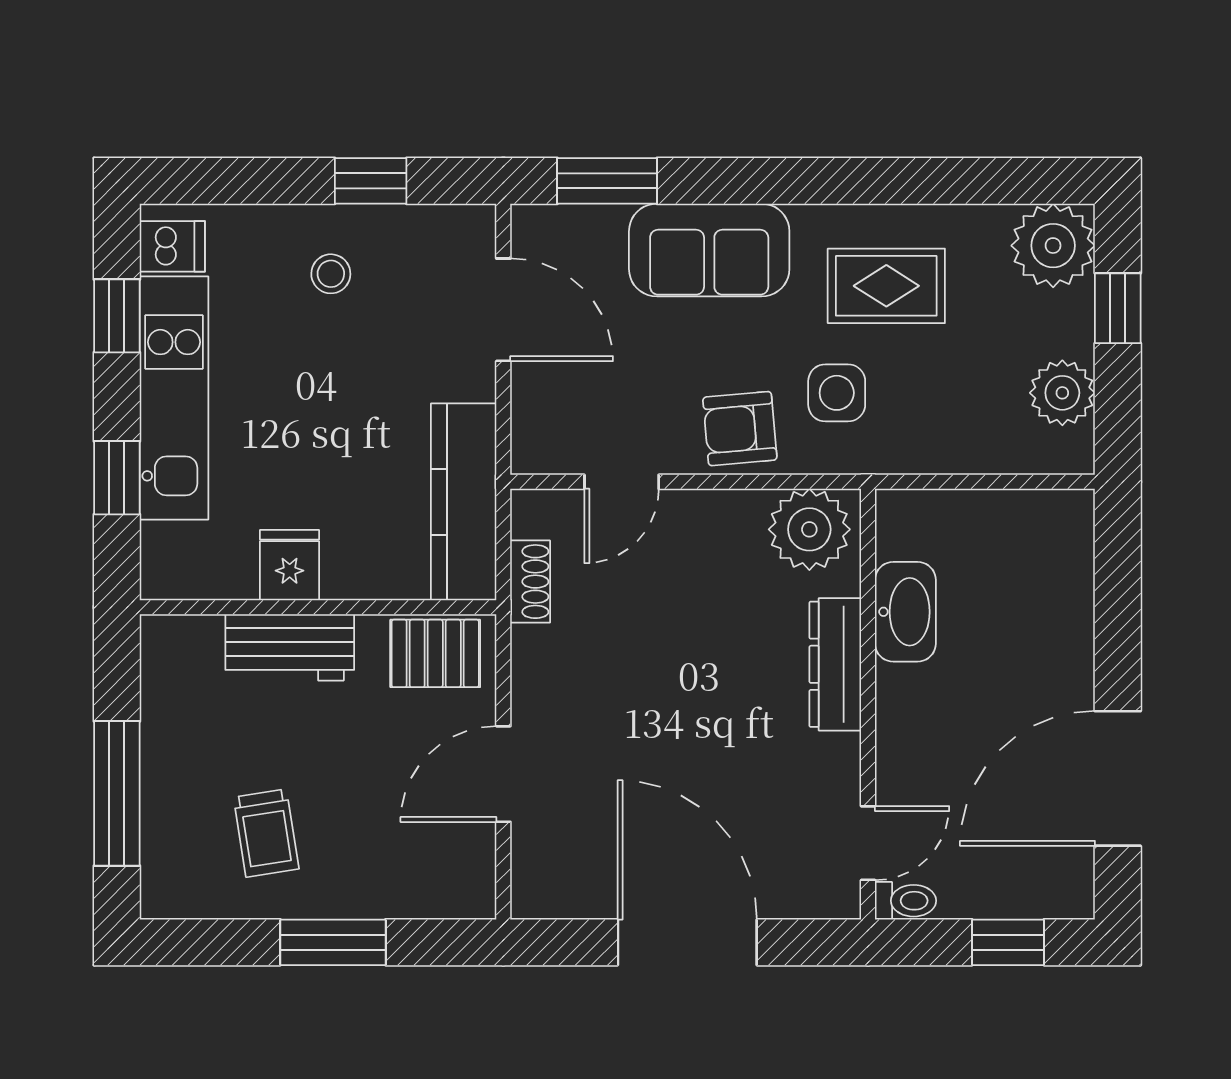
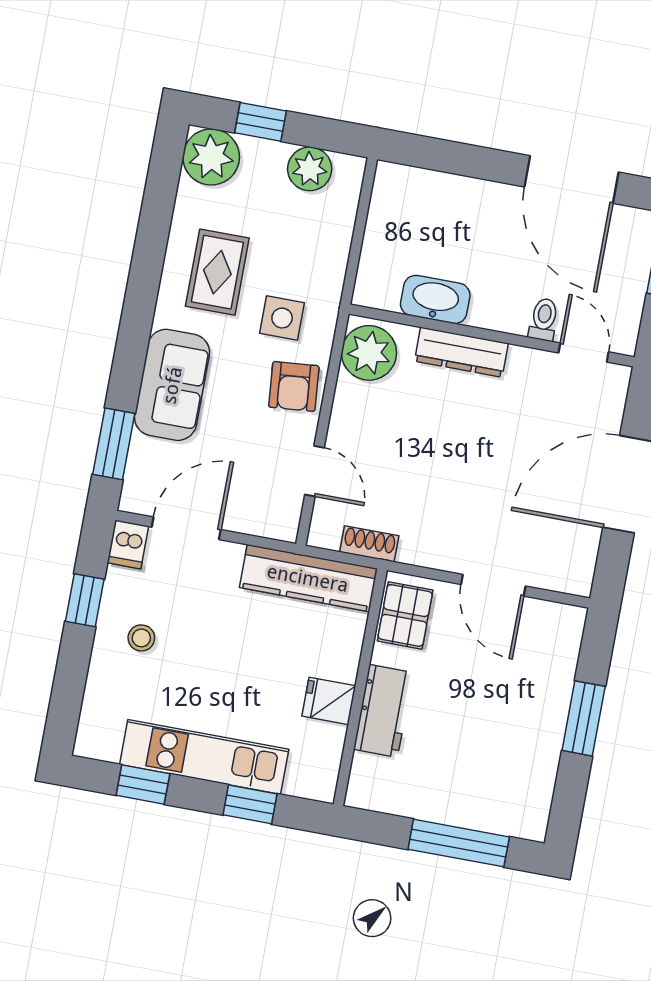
dishwasher: (172, 246) -> (128, 544), moved, turned 180
trolley: (266, 833) -> (503, 749), removed
toilet: (906, 901) -> (544, 319), moved

